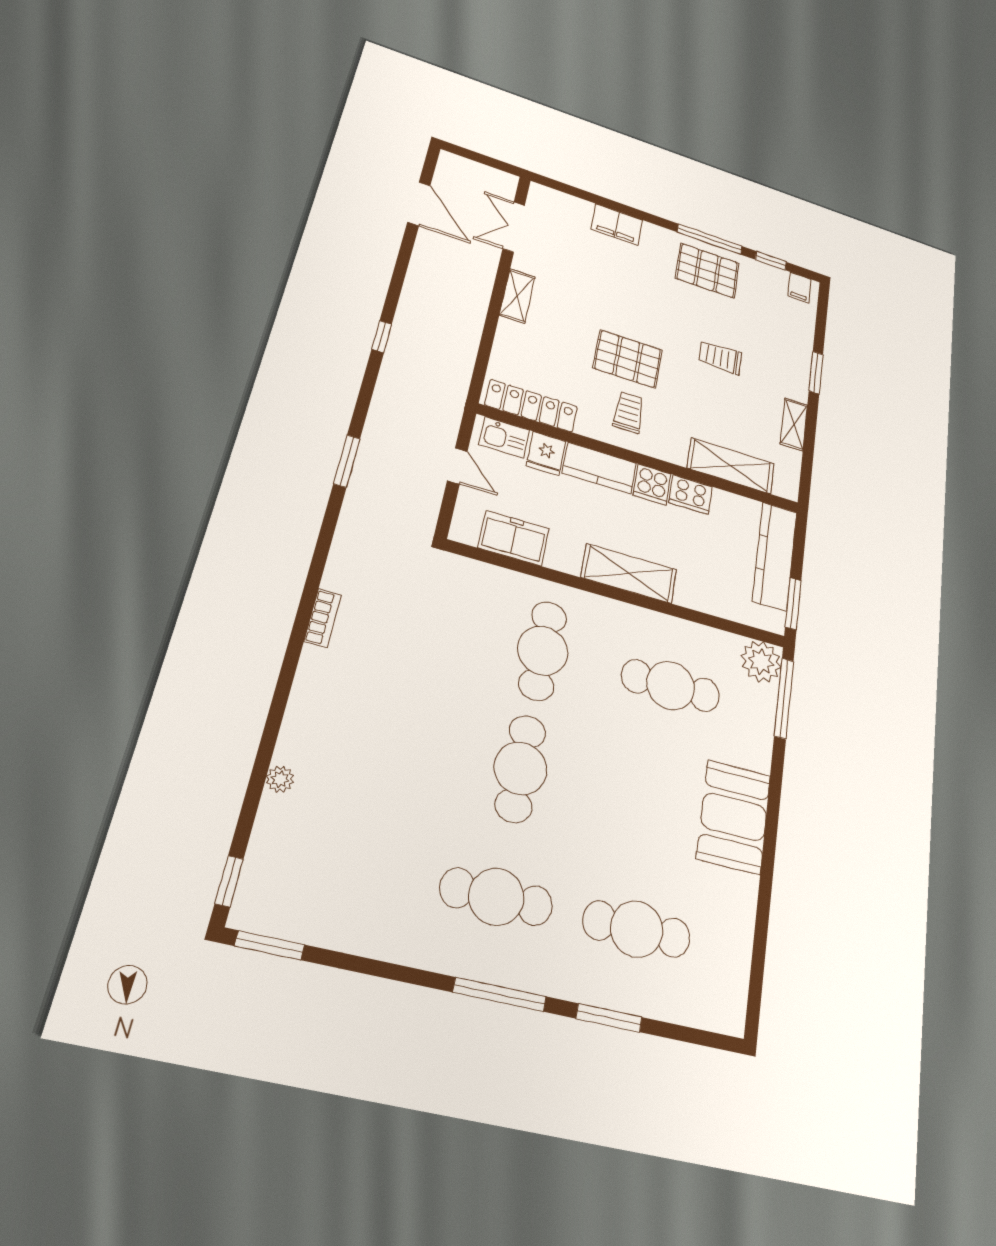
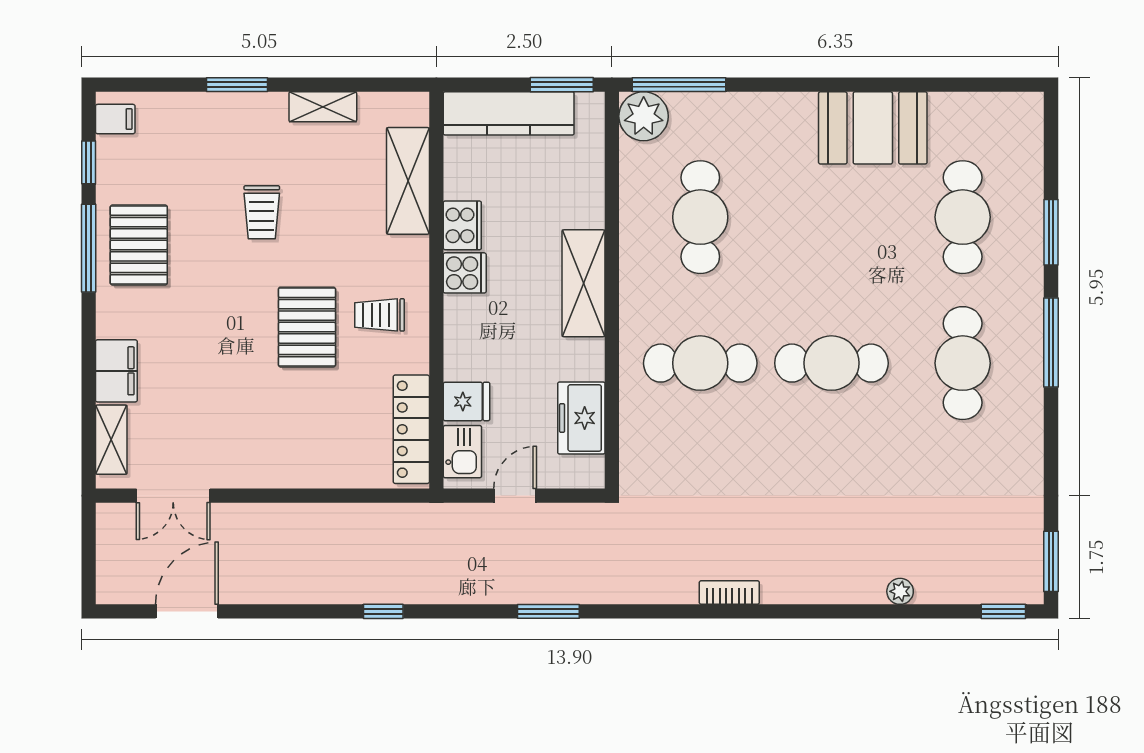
shelving: (517, 296) -> (111, 440), moved, turned 90
kitchen counter: (599, 468) -> (464, 338), removed
booth: (734, 817) -> (873, 128), moved

